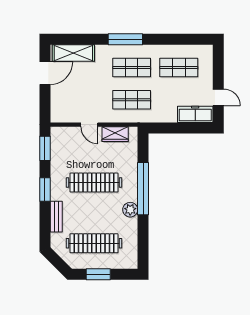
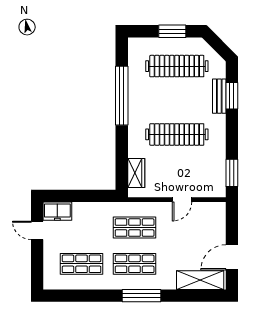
freezer: (195, 114) -> (57, 211), width x0.71
door: (89, 125) -> (182, 200), swing flipped
wardrobe: (115, 134) -> (136, 173), moved, turned 90
window: (45, 189) -> (232, 96), moved
window: (143, 189) -> (122, 96), moved
plant: (130, 210) -> (136, 104), removed

